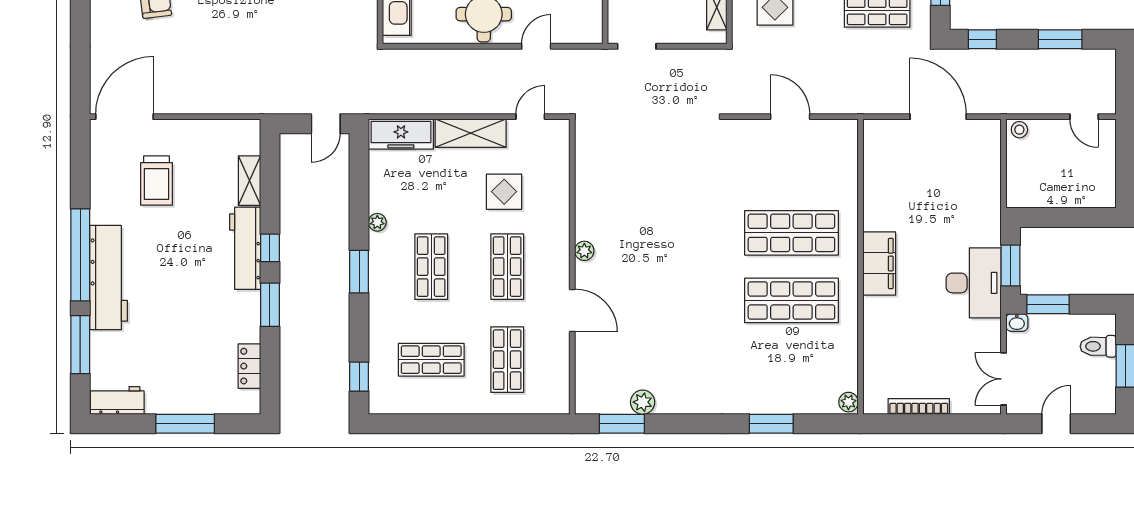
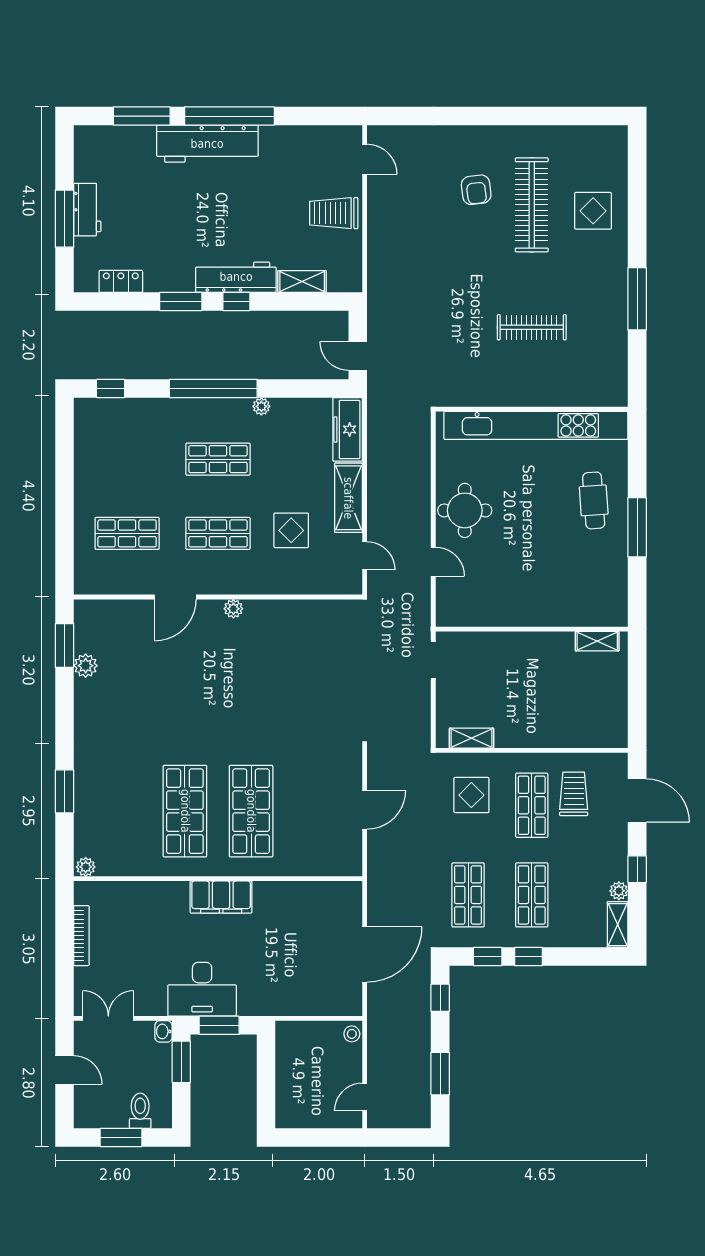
door: (124, 117) -> (365, 159), width x0.53
trolley: (156, 180) -> (334, 213), moved
window: (359, 272) -> (213, 389), width x2.11
shop shelf: (431, 360) -> (127, 459), removed
workbench: (117, 400) -> (87, 210), moved

